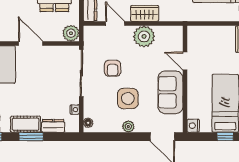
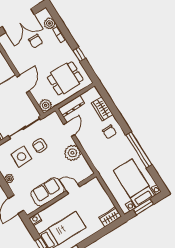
wardrobe: (145, 13) -> (87, 144), removed
door: (185, 61) -> (73, 189), hinge flipped
side table: (128, 99) -> (21, 157), moved

